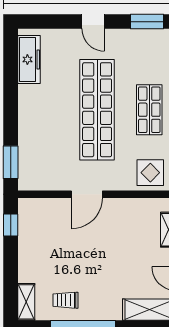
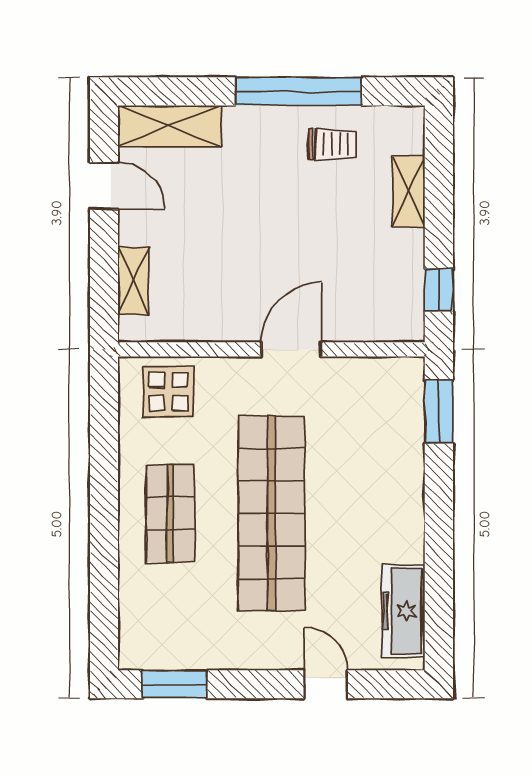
door: (93, 22) -> (326, 684), moved
shelving: (26, 302) -> (409, 192), moved

